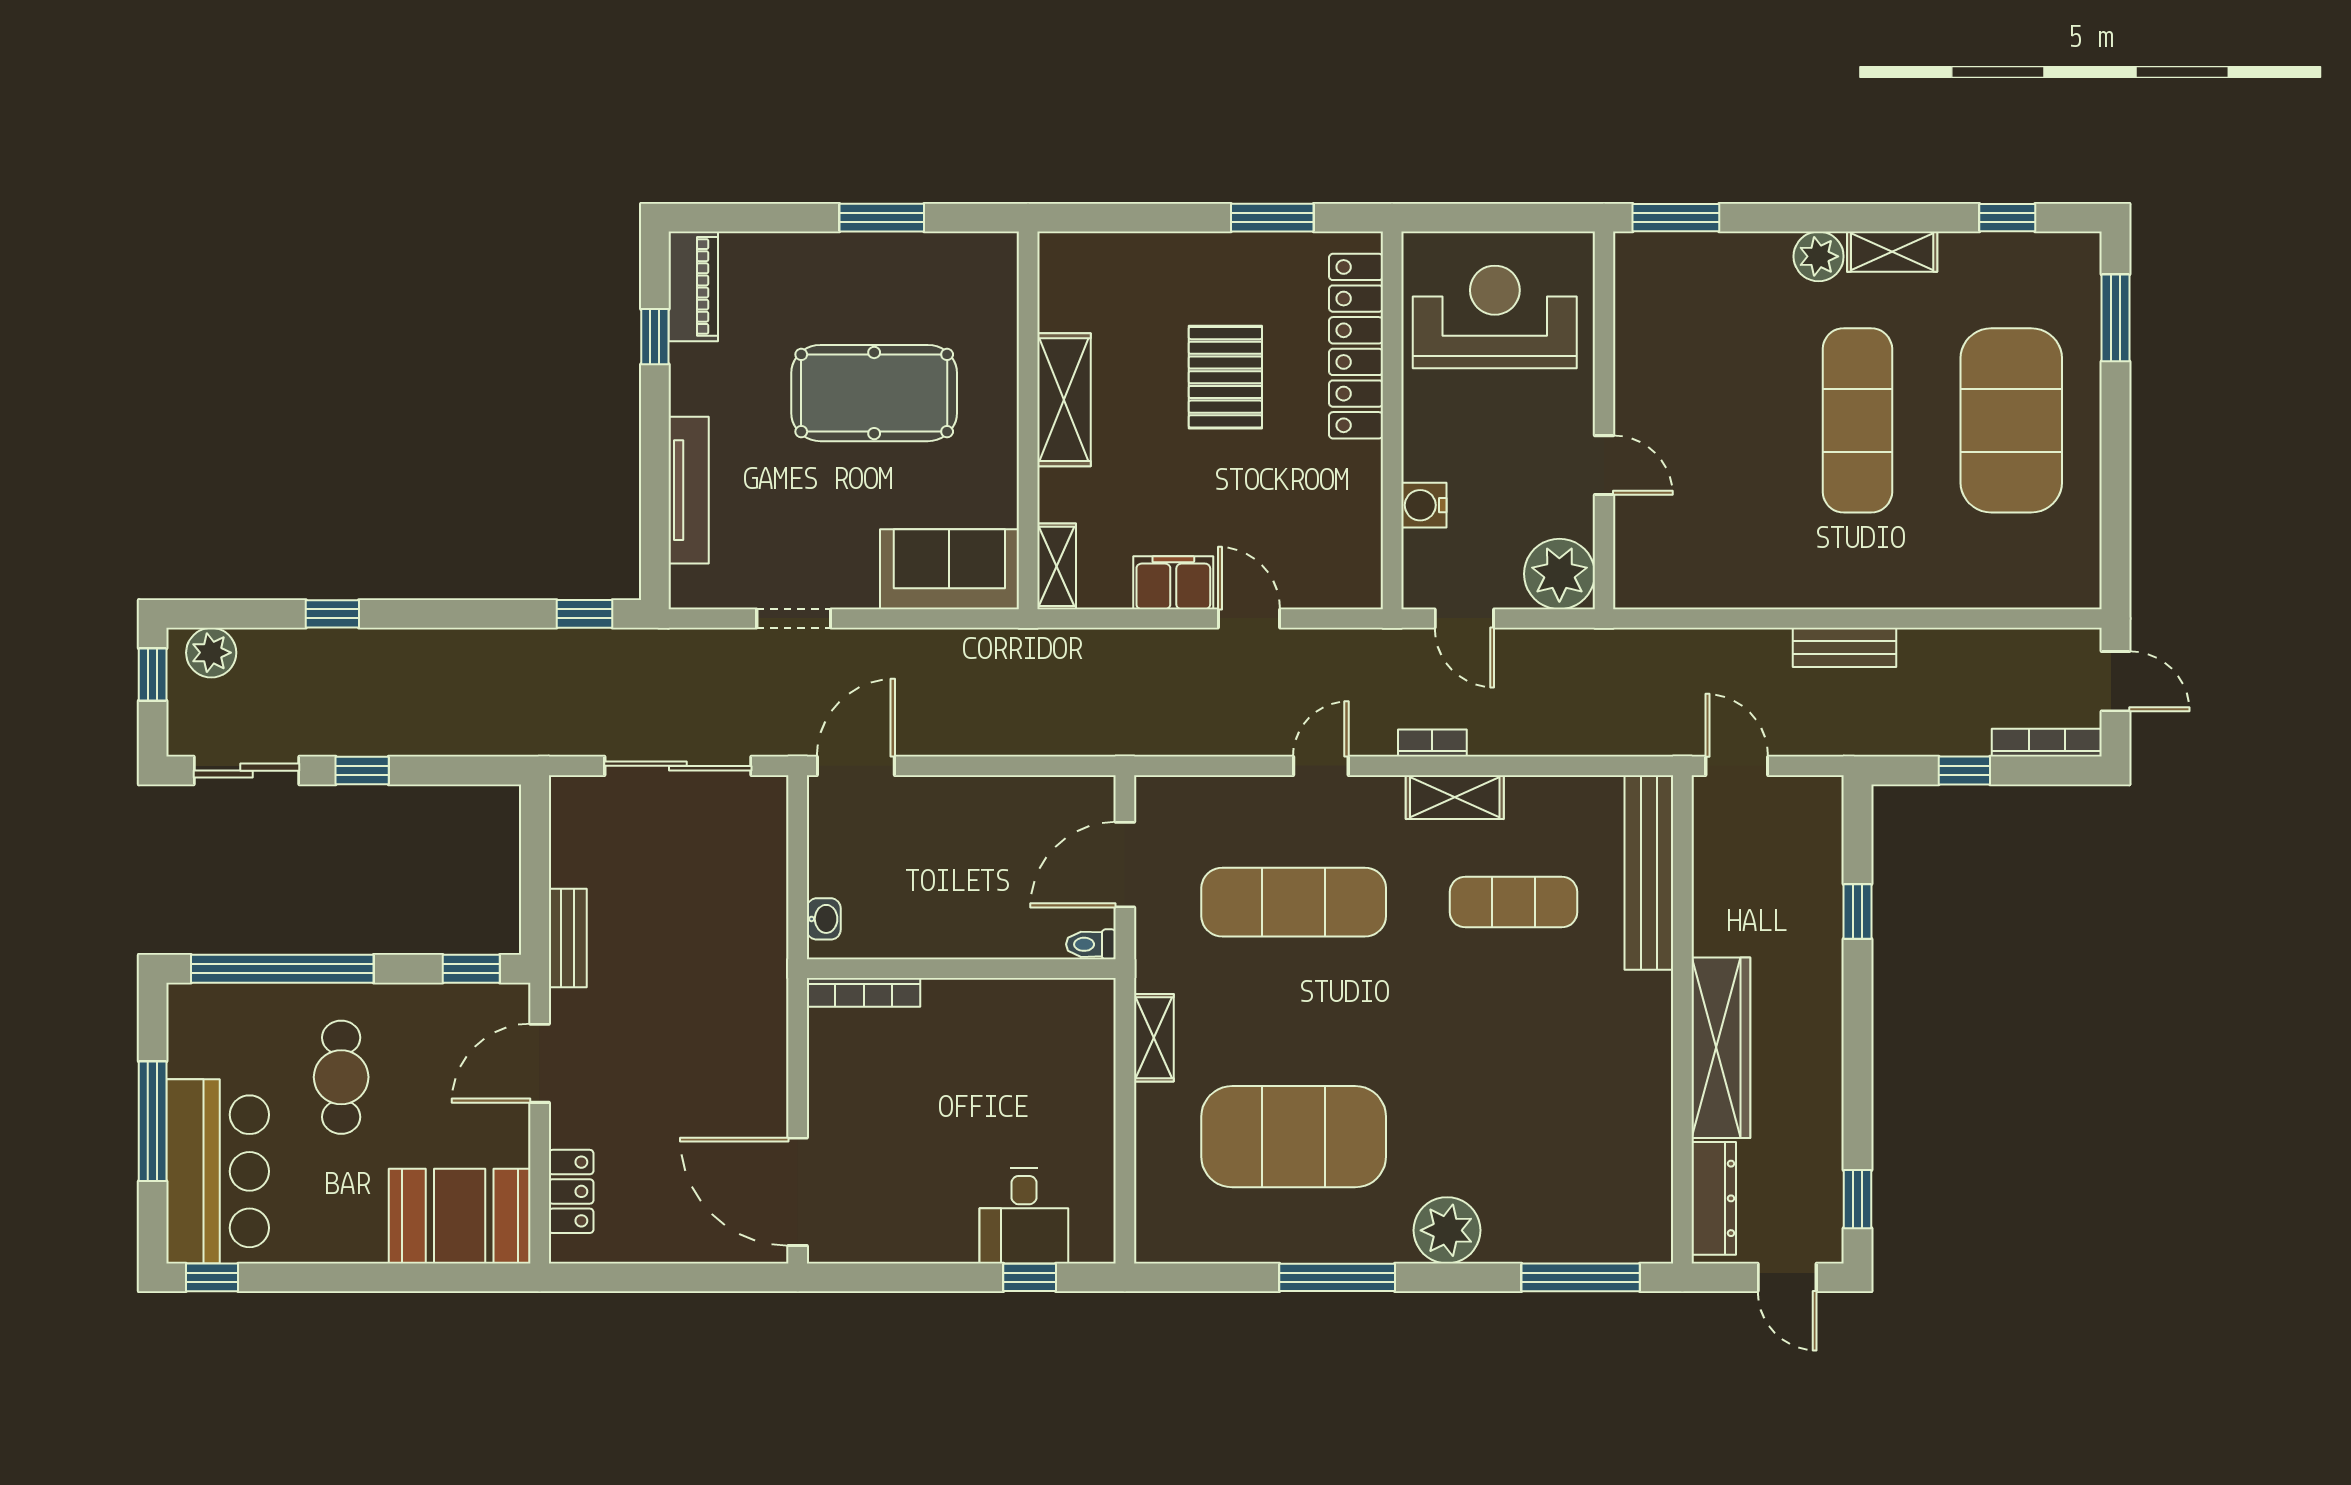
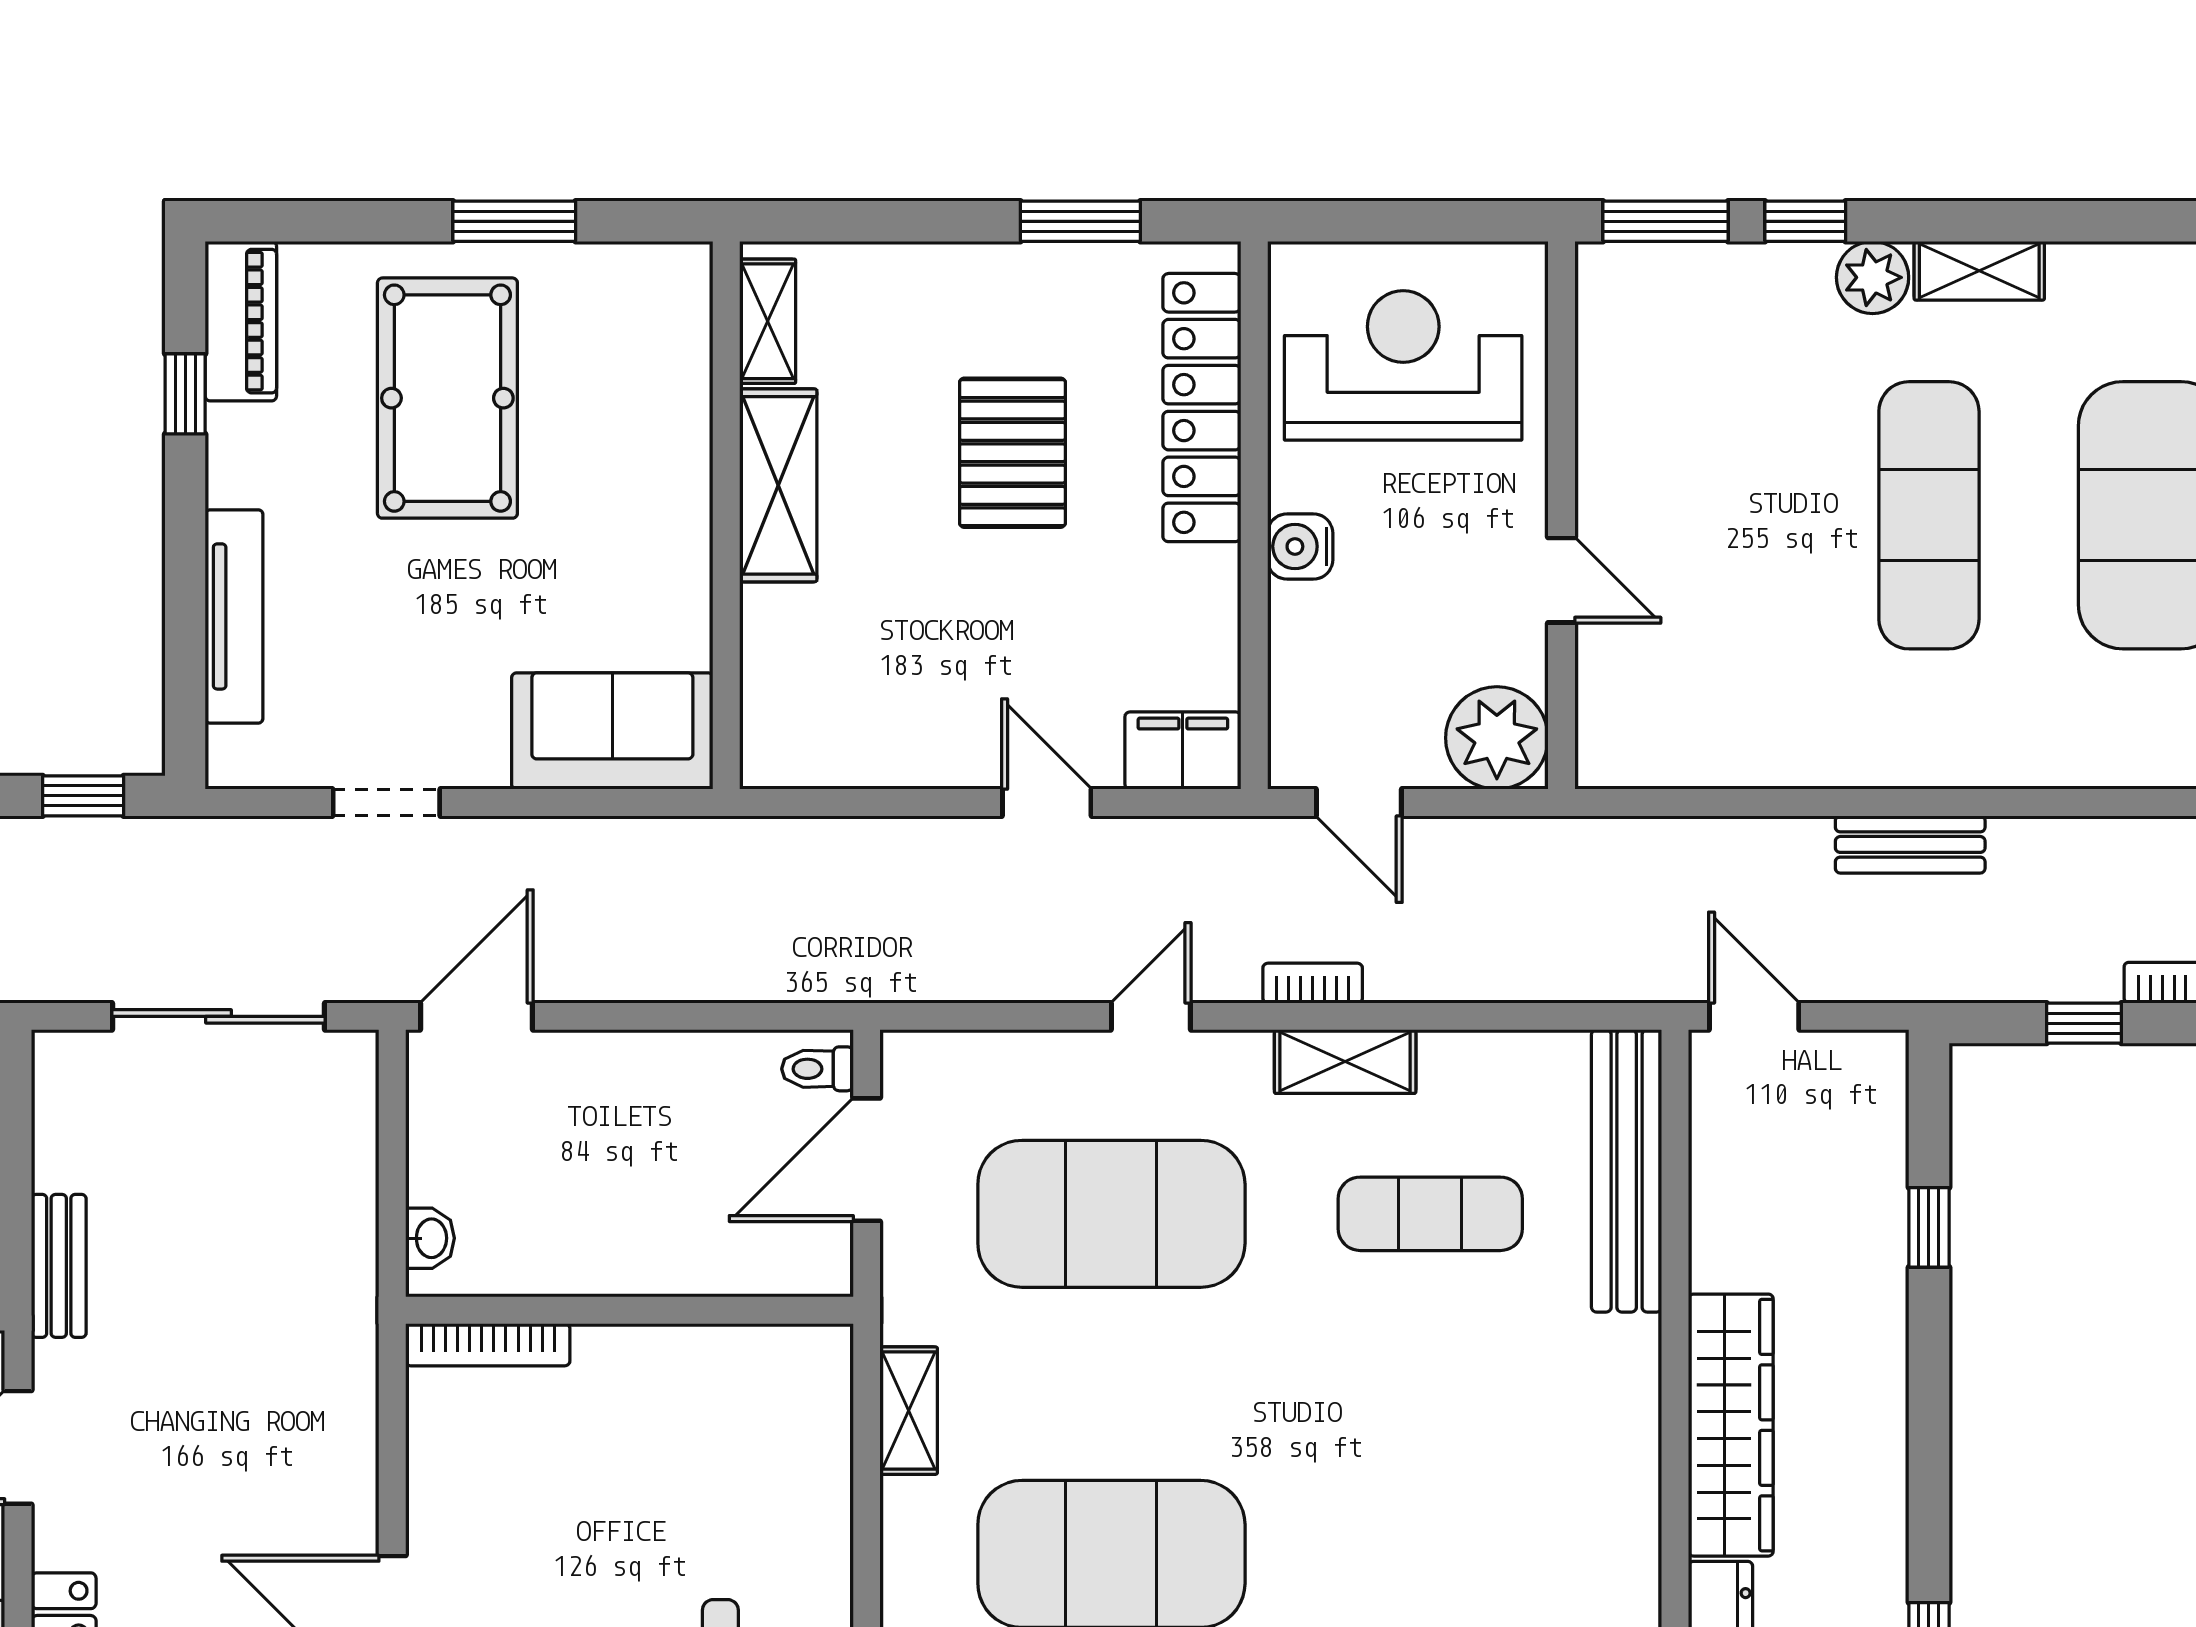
window: (2007, 218) -> (1805, 221), moved
pool table: (874, 393) -> (447, 398), moved, turned 90
water cooler: (1424, 505) -> (1300, 546), moved
shelving: (1057, 566) -> (768, 321), moved
filing cabinet: (1173, 583) -> (1183, 751), moved
exercise mat: (1294, 902) -> (1111, 1214), width x1.47
toilet: (1091, 944) -> (817, 1069), moved

